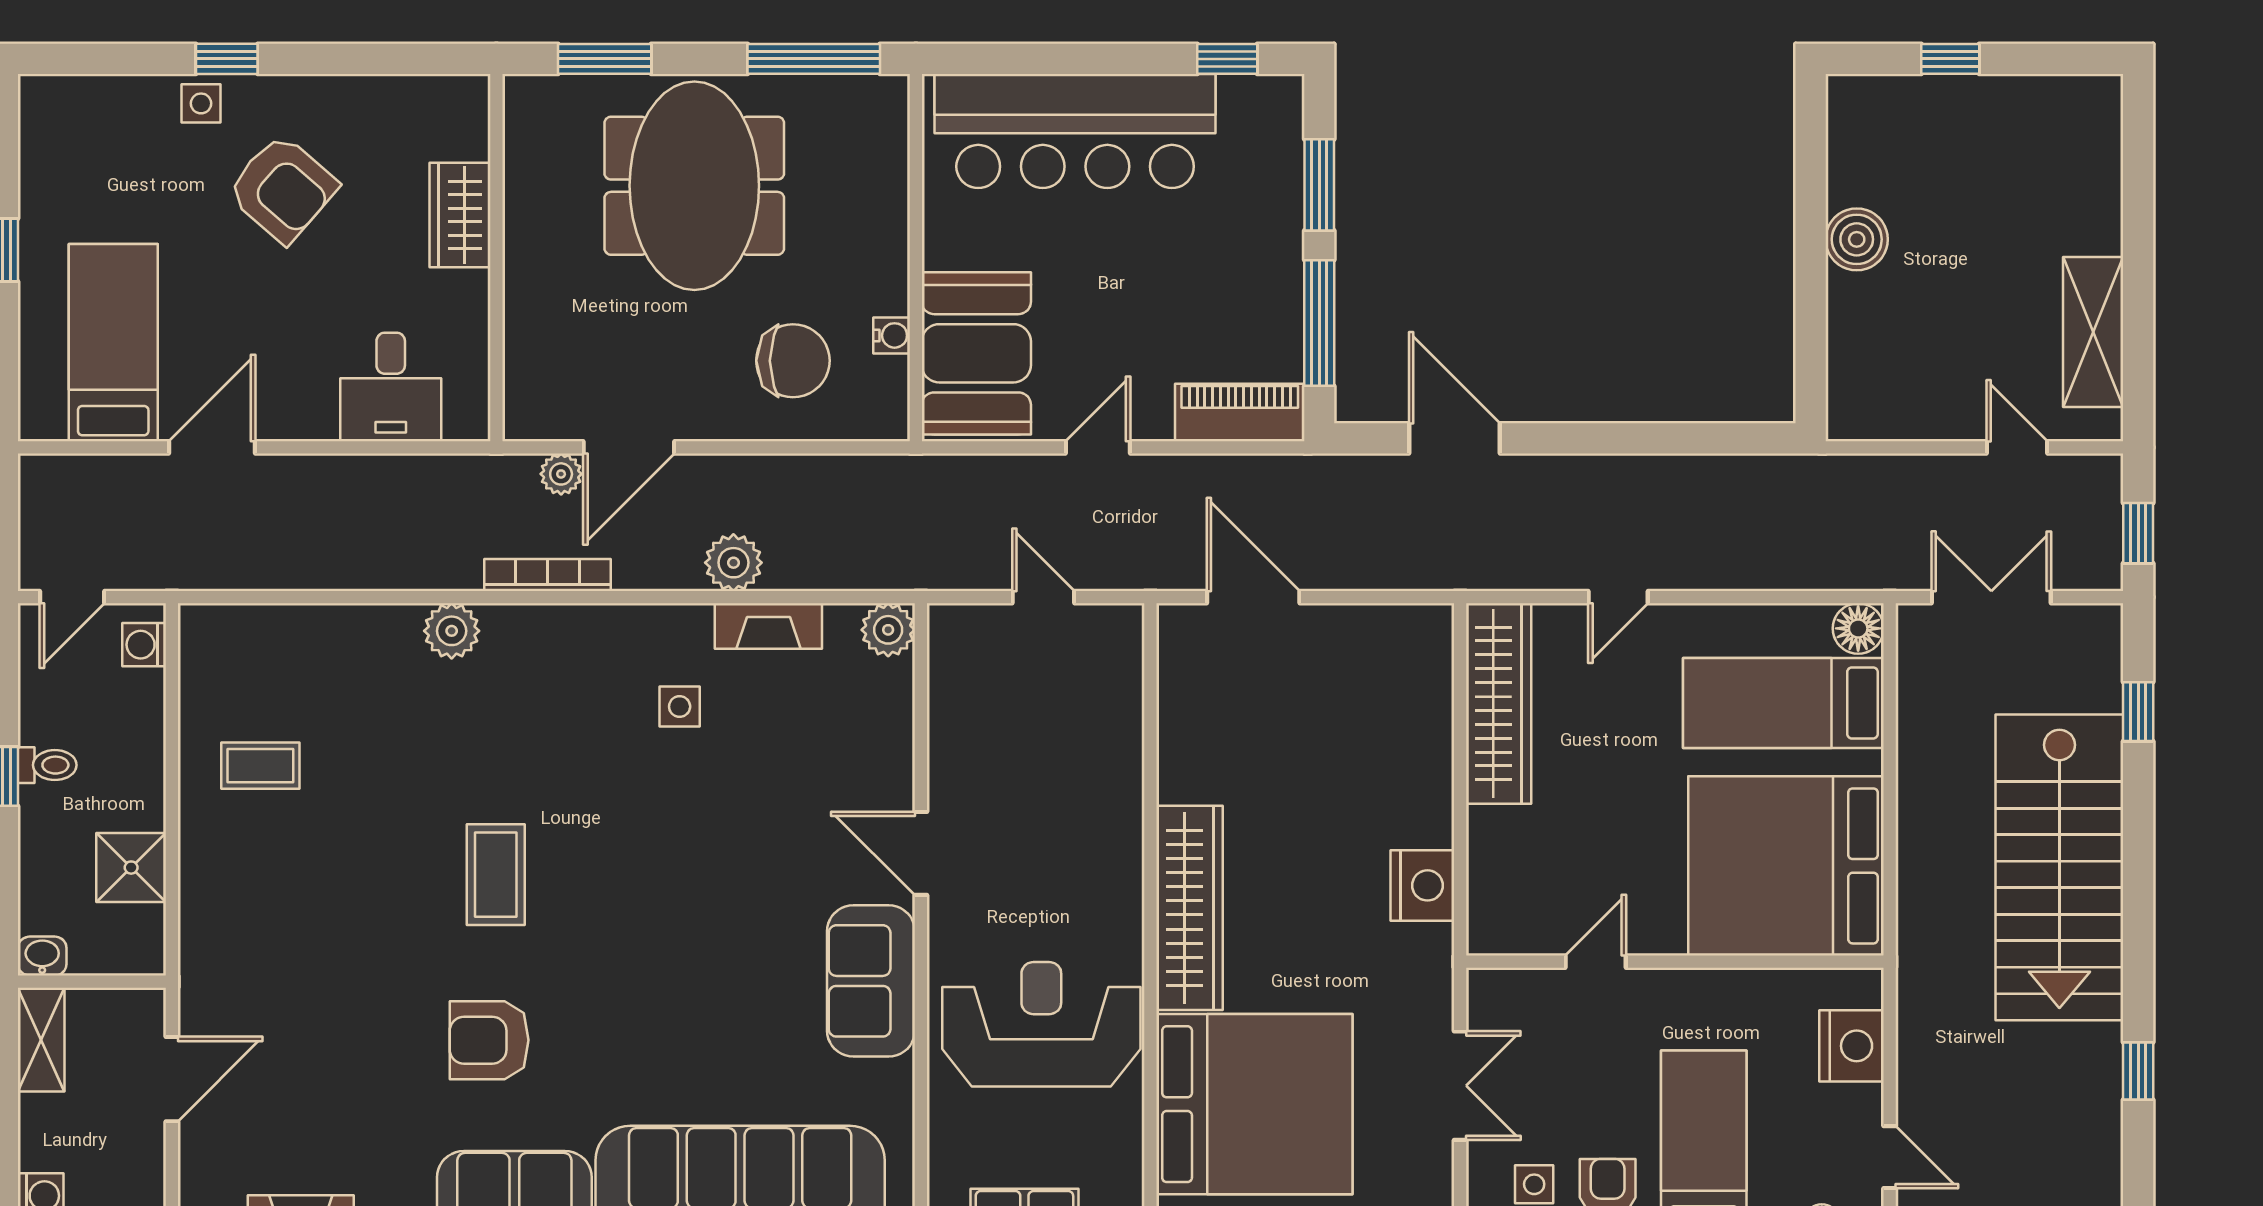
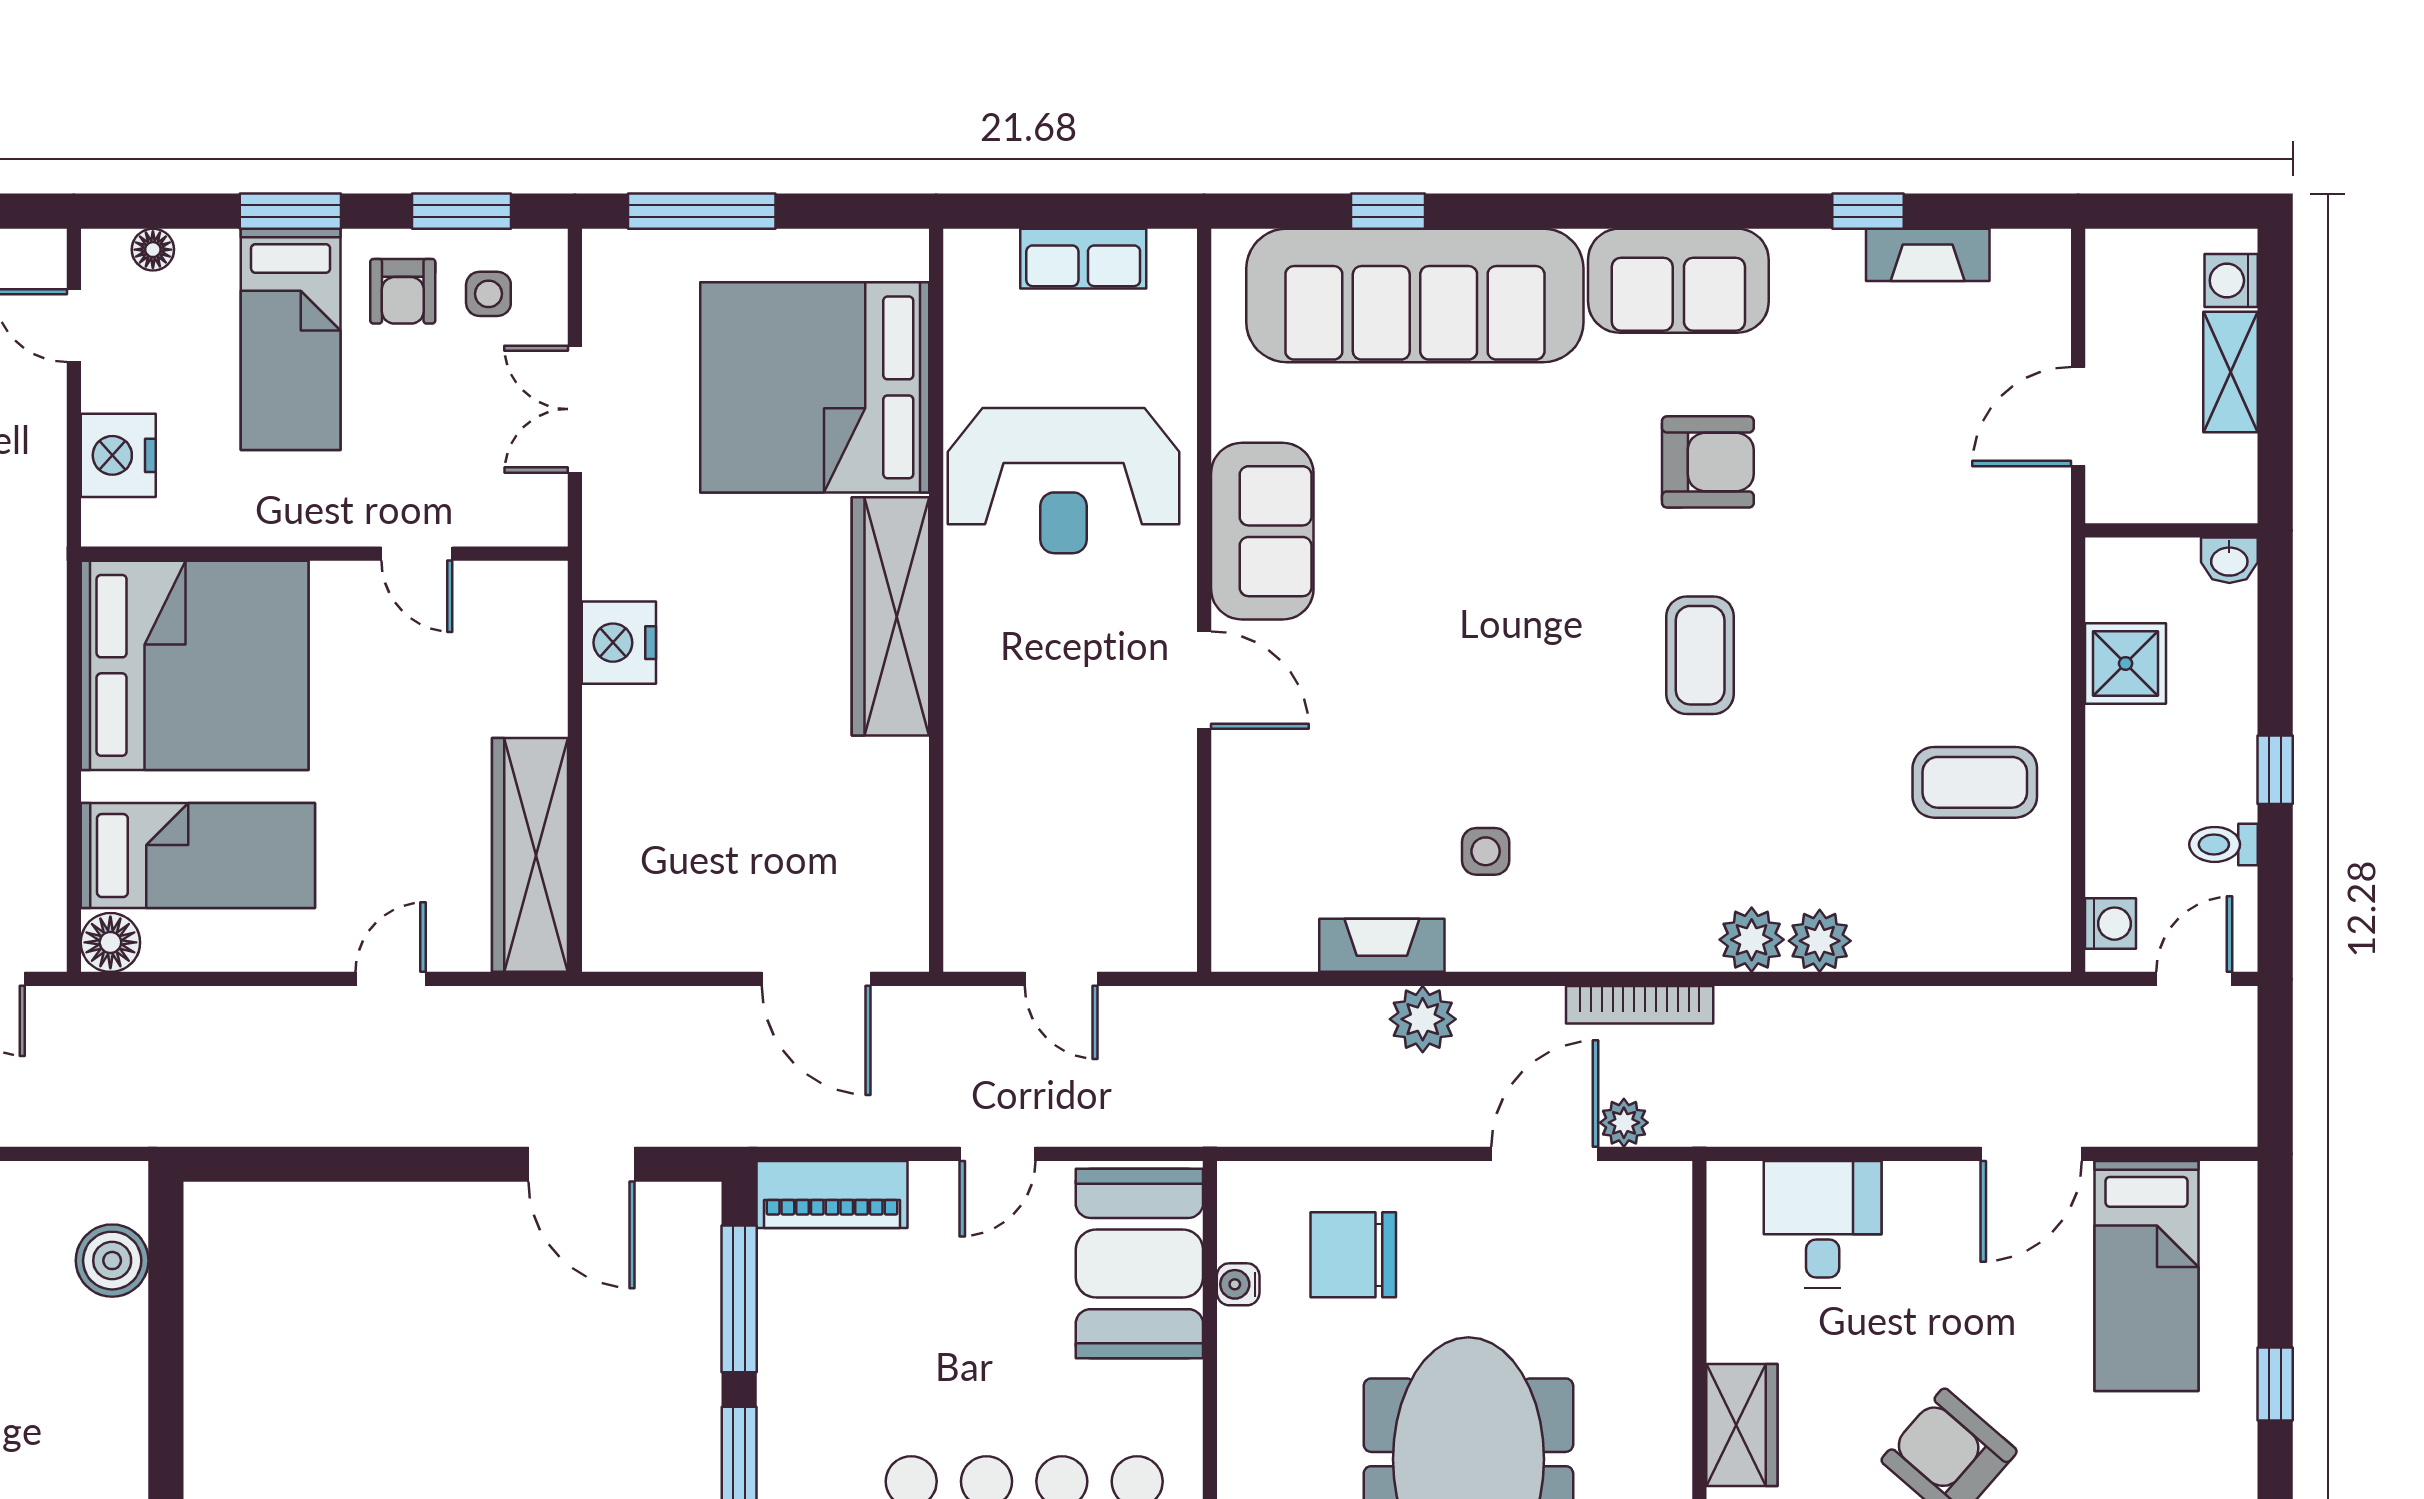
boiler: (1857, 239) -> (112, 1261), moved
plant: (888, 630) -> (1820, 941), moved
toilet: (47, 765) -> (2223, 844), moved
coffee table: (260, 766) -> (1975, 782), width x1.36, depth x1.30
door: (1596, 962) -> (417, 554), hinge flipped
shelving: (41, 1040) -> (2230, 372), moved

